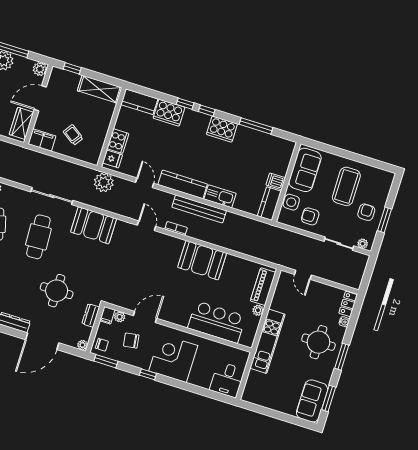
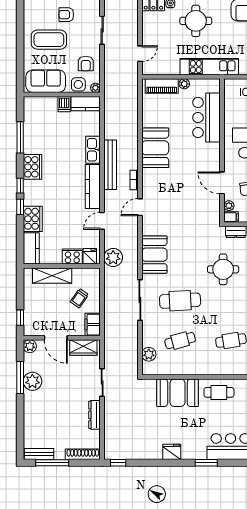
shelving: (100, 89) -> (52, 276), moved, turned 90
plant: (363, 244) -> (95, 88), moved

